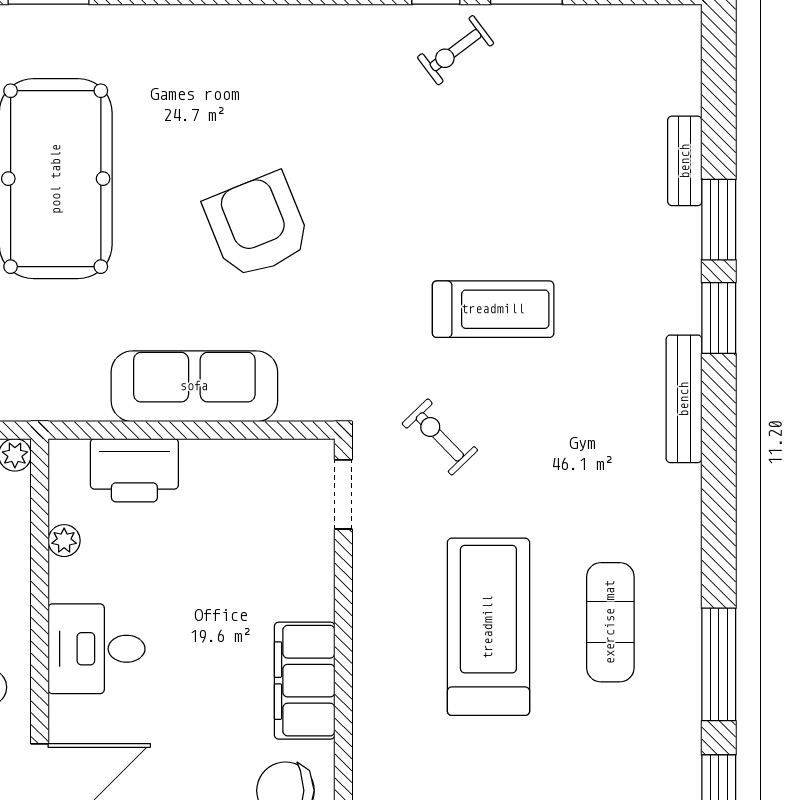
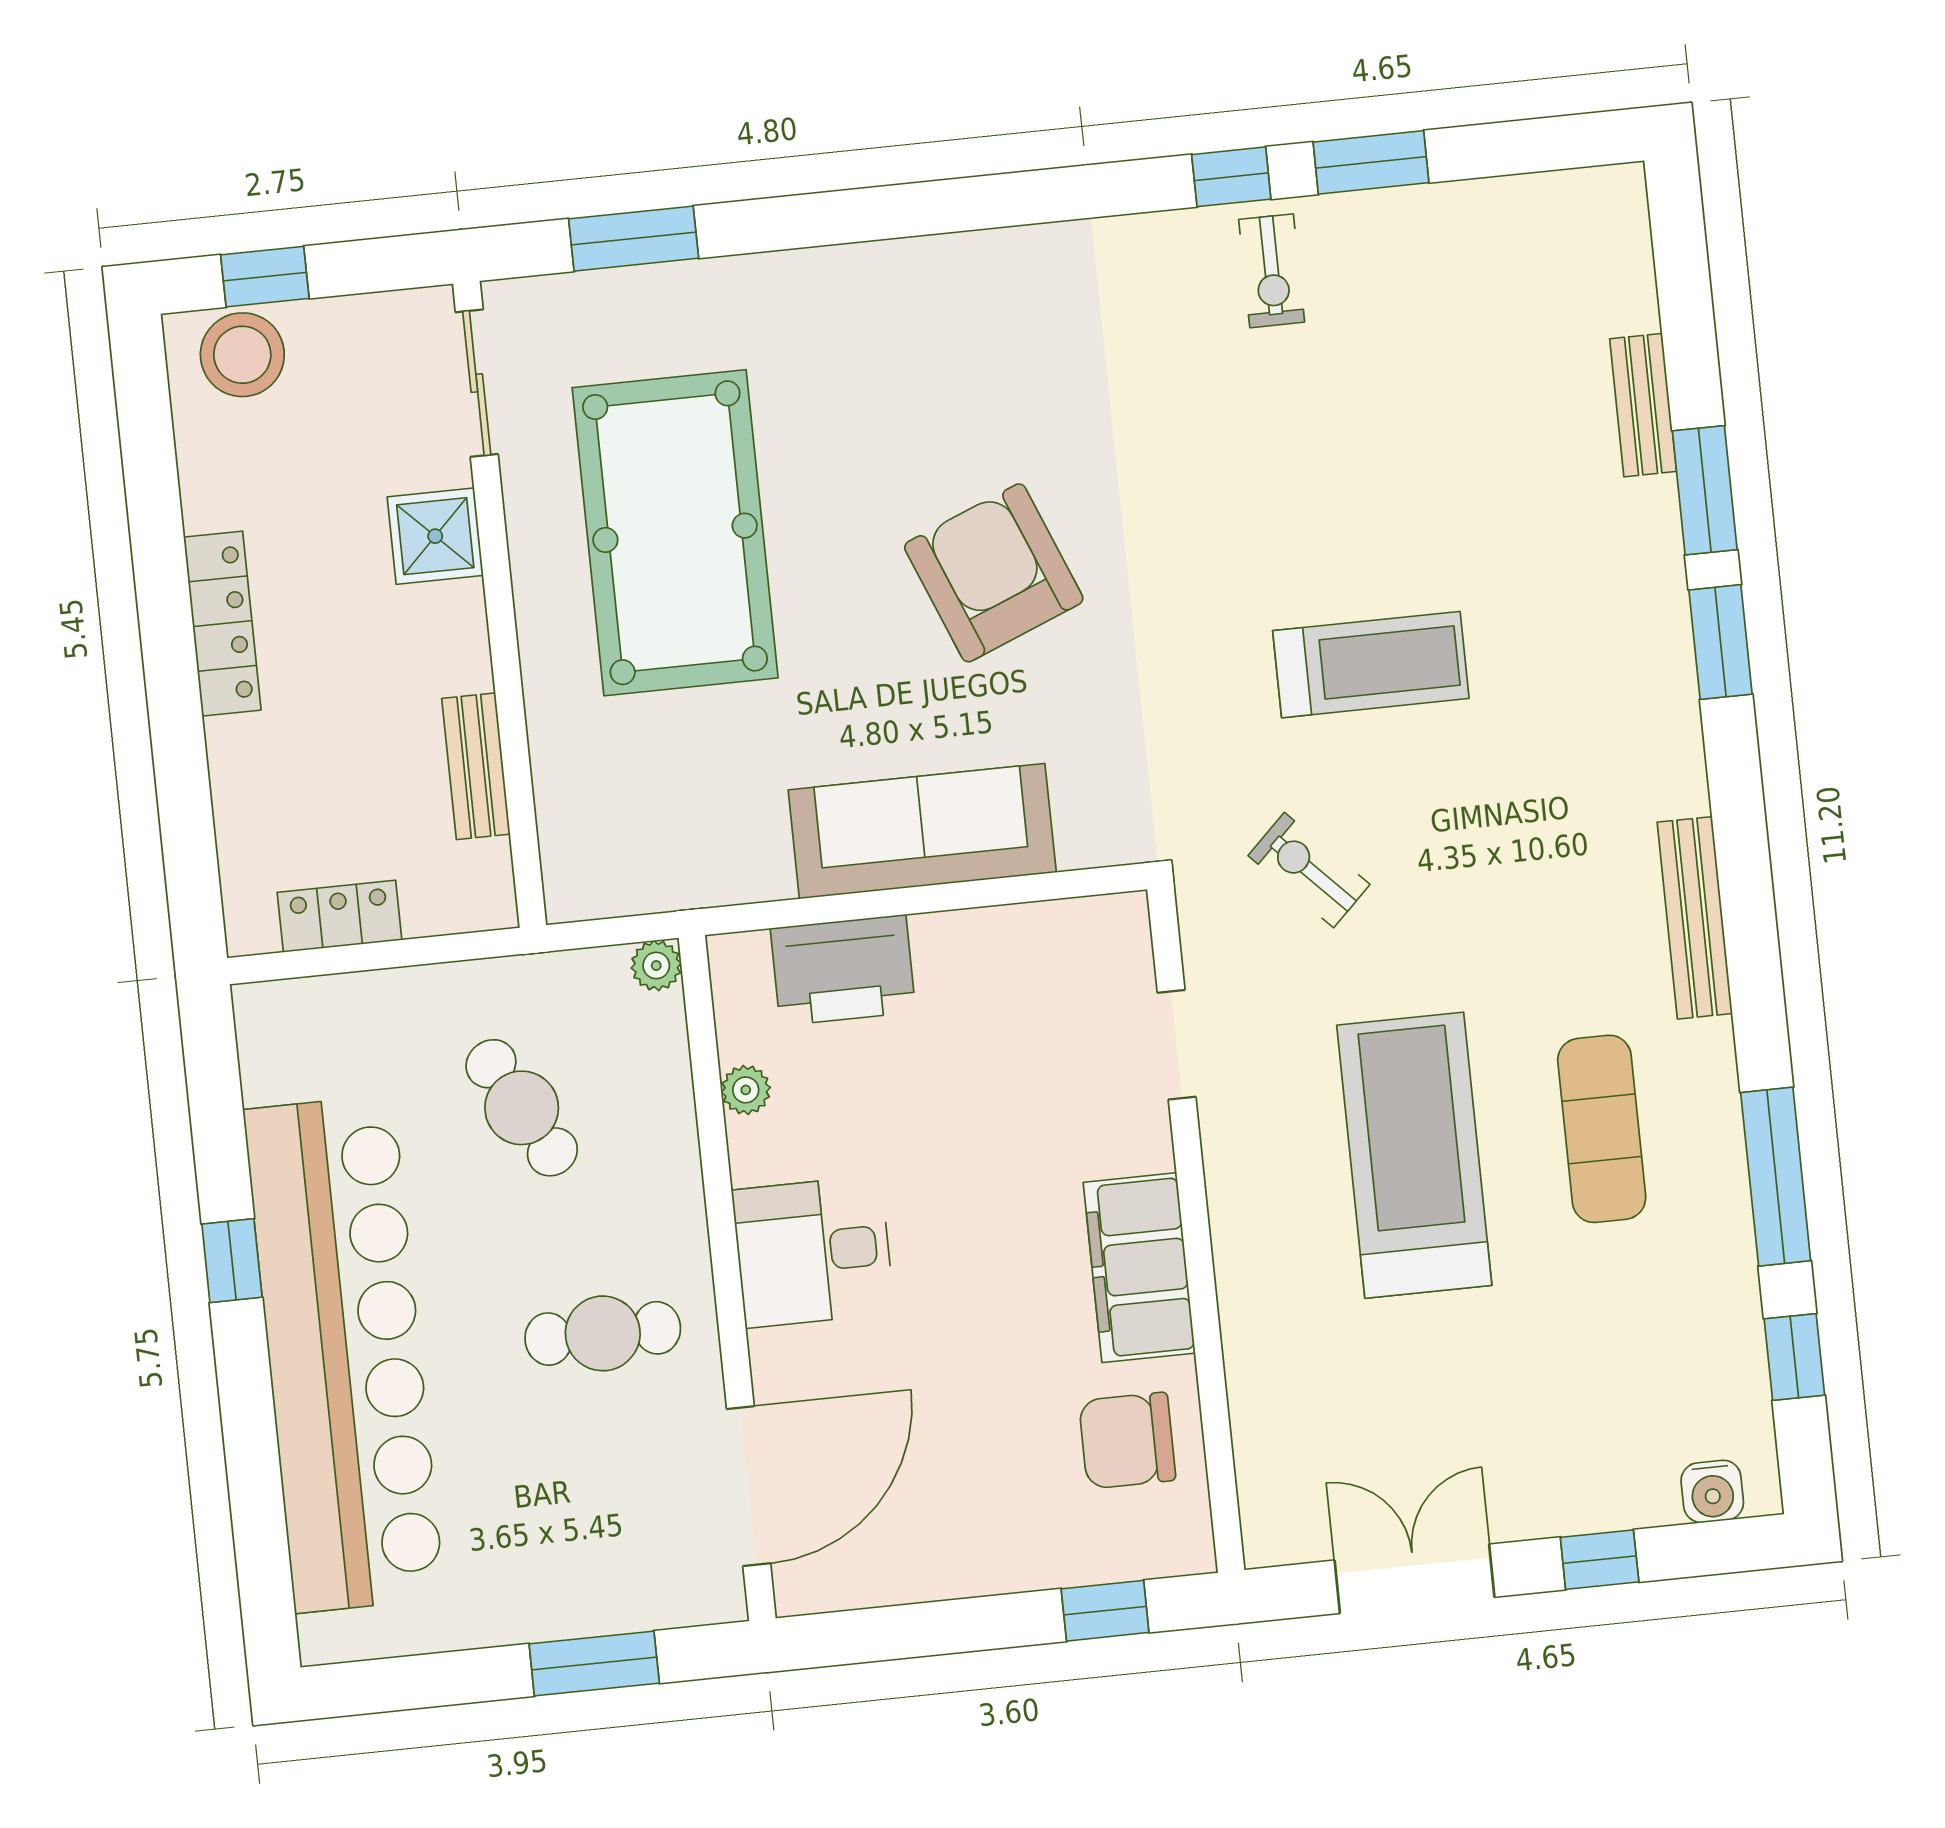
exercise bike: (456, 50) -> (1272, 271), turned -53
bench: (684, 399) -> (1695, 918), moved
doorway: (343, 494) -> (1177, 1045), moved

